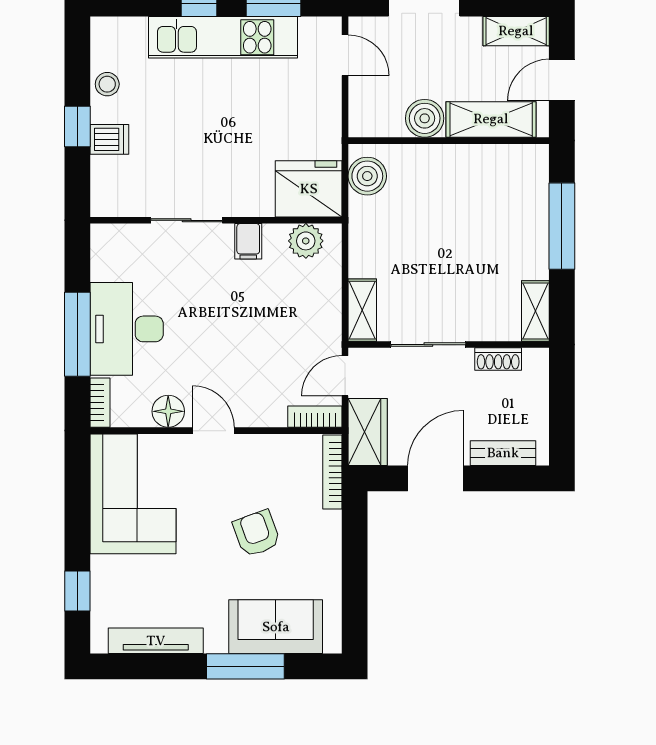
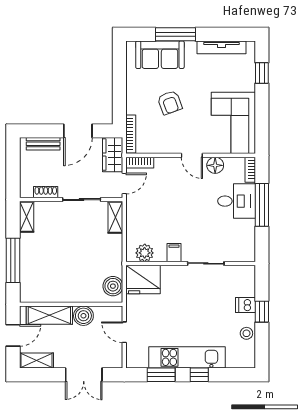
door: (345, 55) -> (124, 332), moved
desk: (127, 329) -> (237, 201), width x0.73

